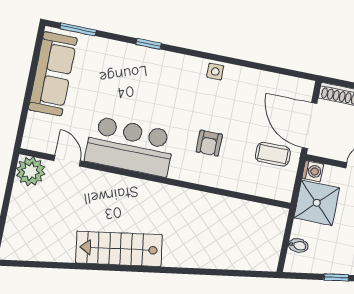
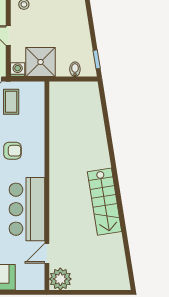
window: (336, 277) -> (97, 59), moved

